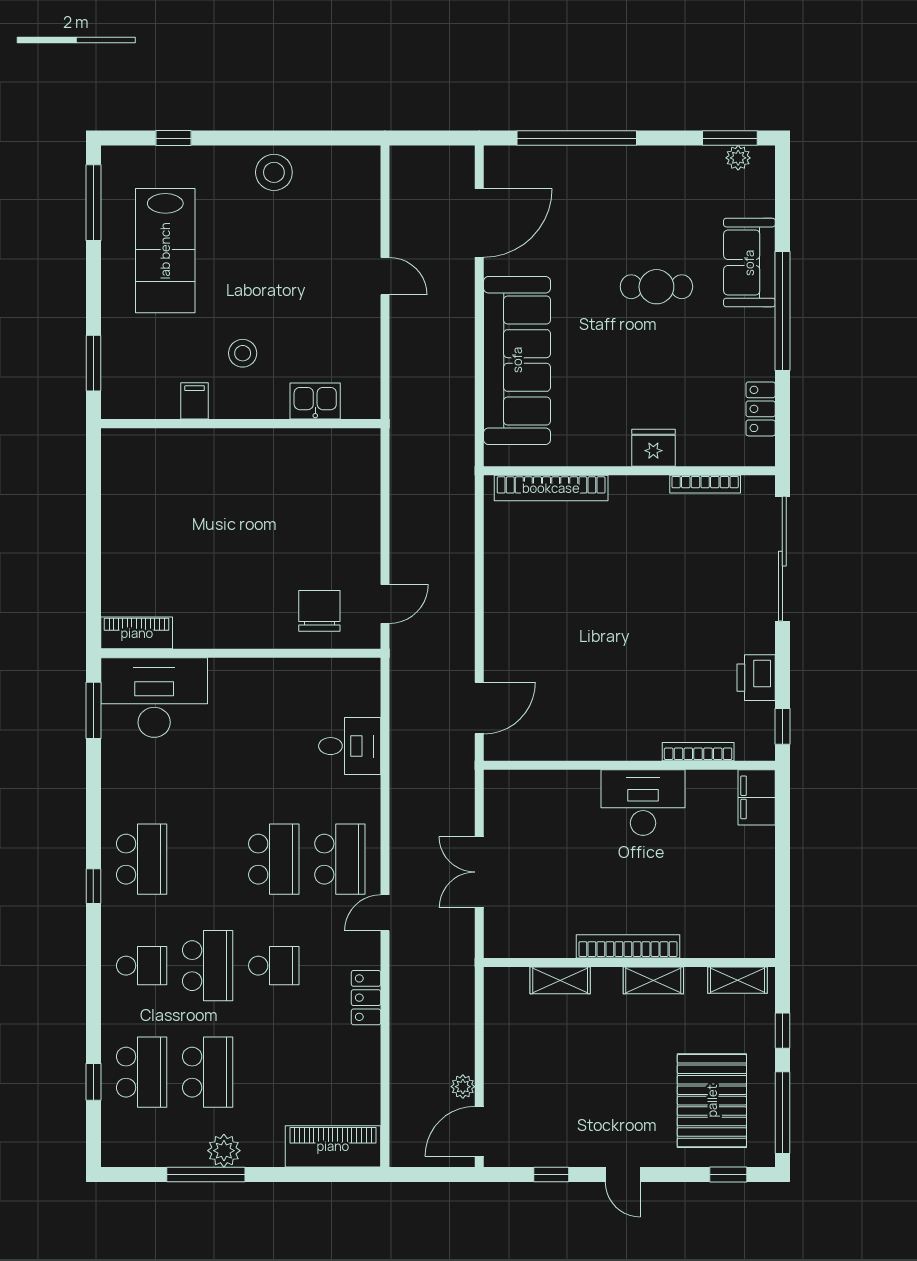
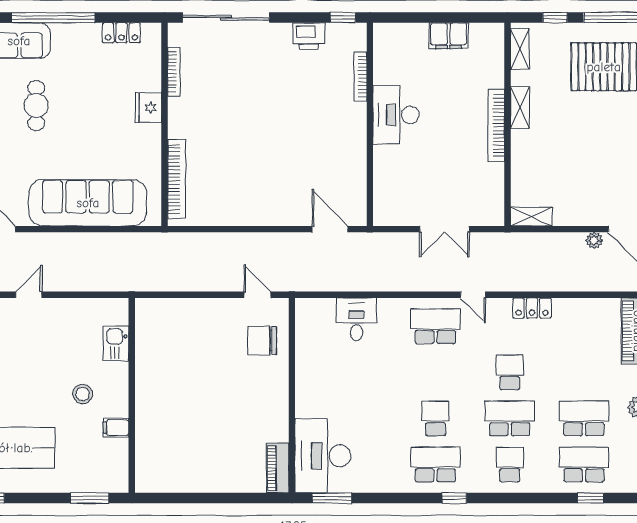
filing cabinet: (757, 797) -> (449, 36), moved
school desk: (274, 859) -> (435, 418), moved, width x0.54
shelving: (560, 980) -> (531, 217), moved, turned 90

